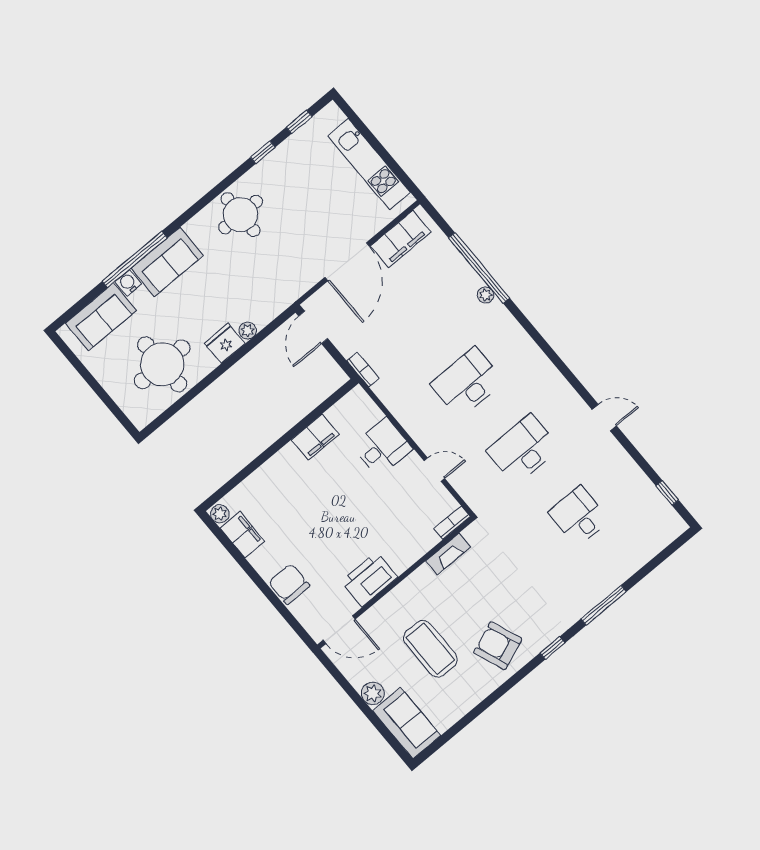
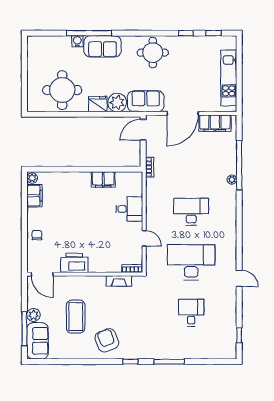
sofa: (101, 317) -> (146, 101), moved, turned 180
plant: (248, 330) -> (117, 102), width x1.87, depth x1.87
desk: (523, 449) -> (191, 262), width x1.36, depth x1.30
chair: (289, 584) -> (37, 235), width x0.54, depth x0.54
window: (376, 722) -> (24, 329), added

